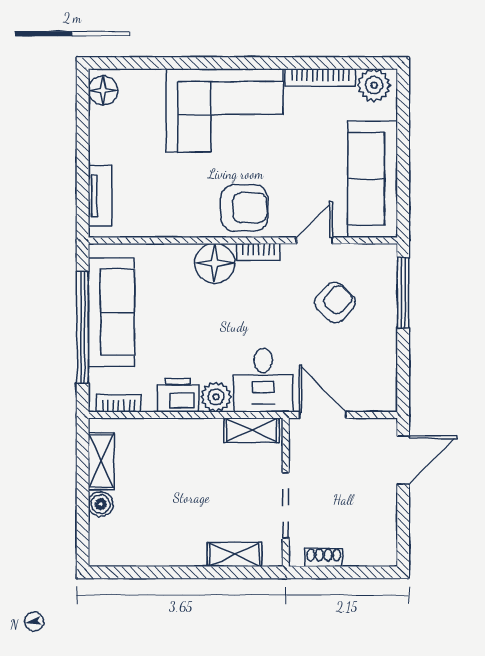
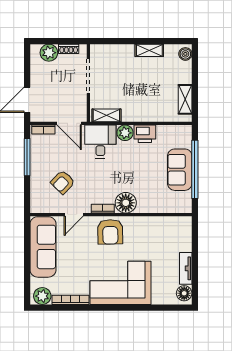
tv unit: (100, 196) -> (186, 268), moved
armchair: (244, 208) -> (110, 232), turned -91
window: (403, 293) -> (27, 157), moved
sofa: (111, 312) -> (180, 170), width x0.73
bookcase: (119, 403) -> (43, 129), moved
boiler: (101, 504) -> (185, 54), moved
plant: (361, 550) -> (49, 53), added
shelving: (234, 554) -> (149, 50), moved

